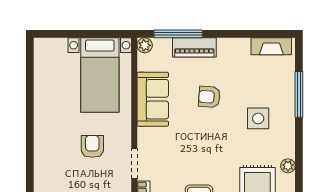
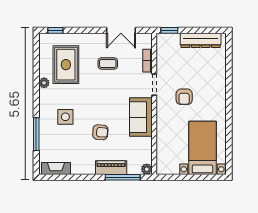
bed with nightstands: (100, 75) -> (202, 148), moved
sofa: (153, 99) -> (141, 117), moved

